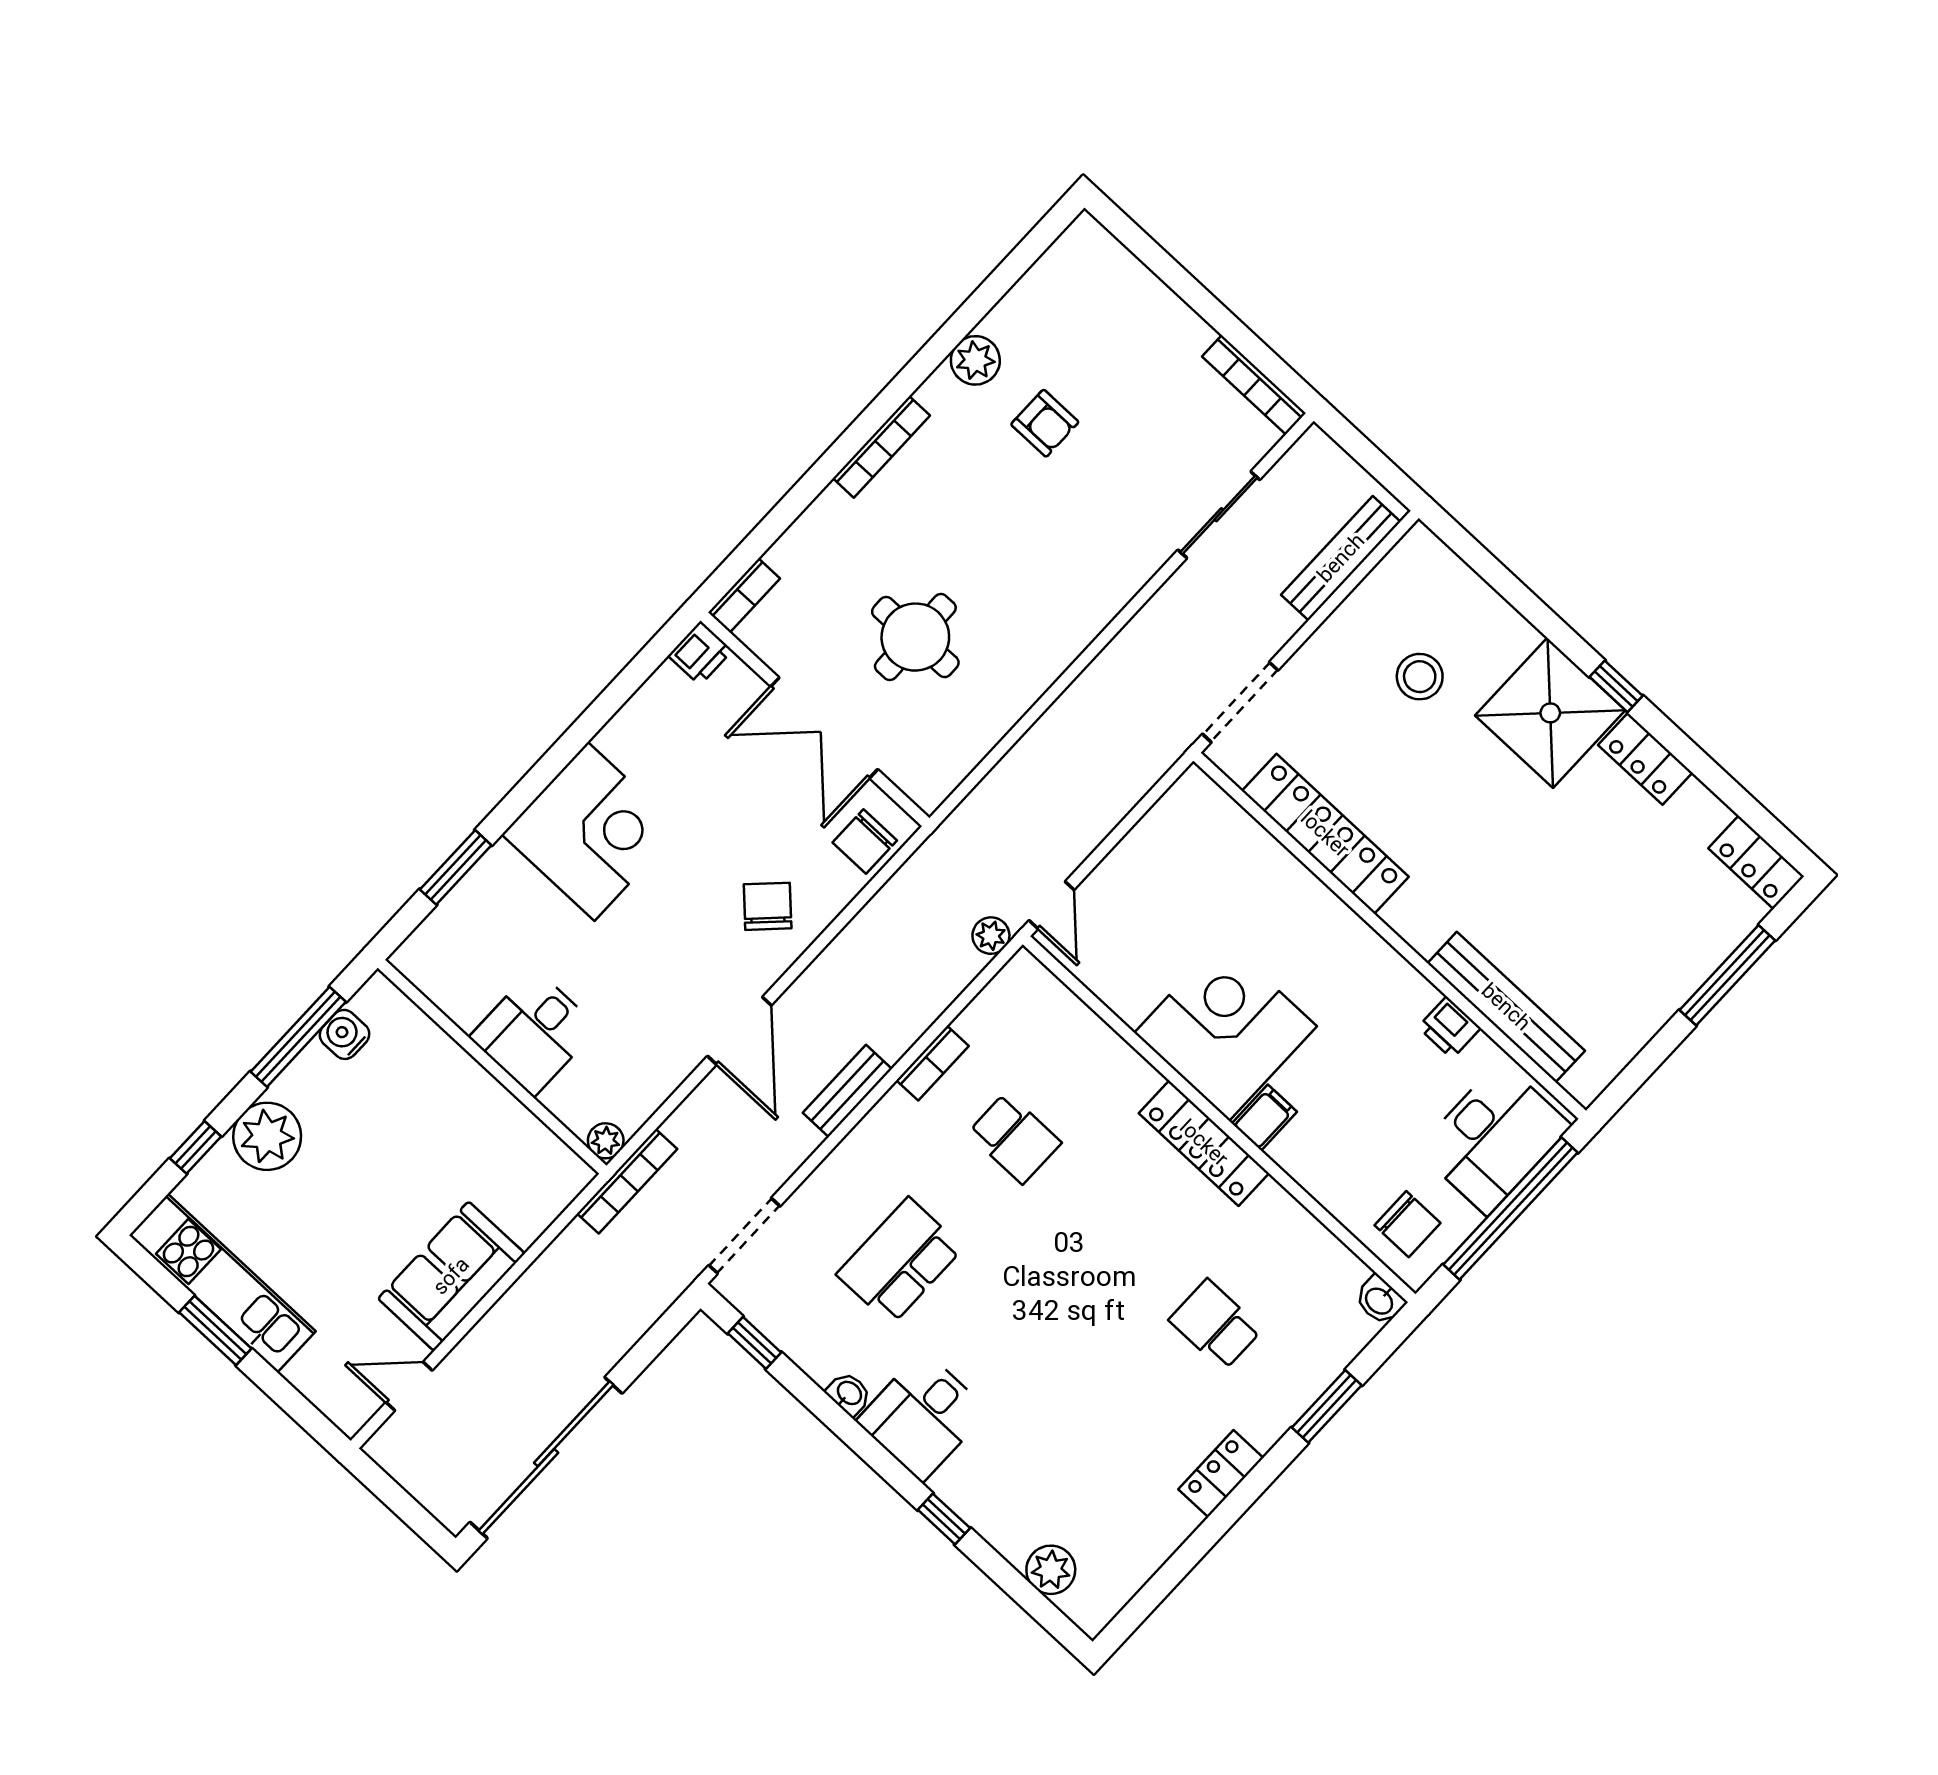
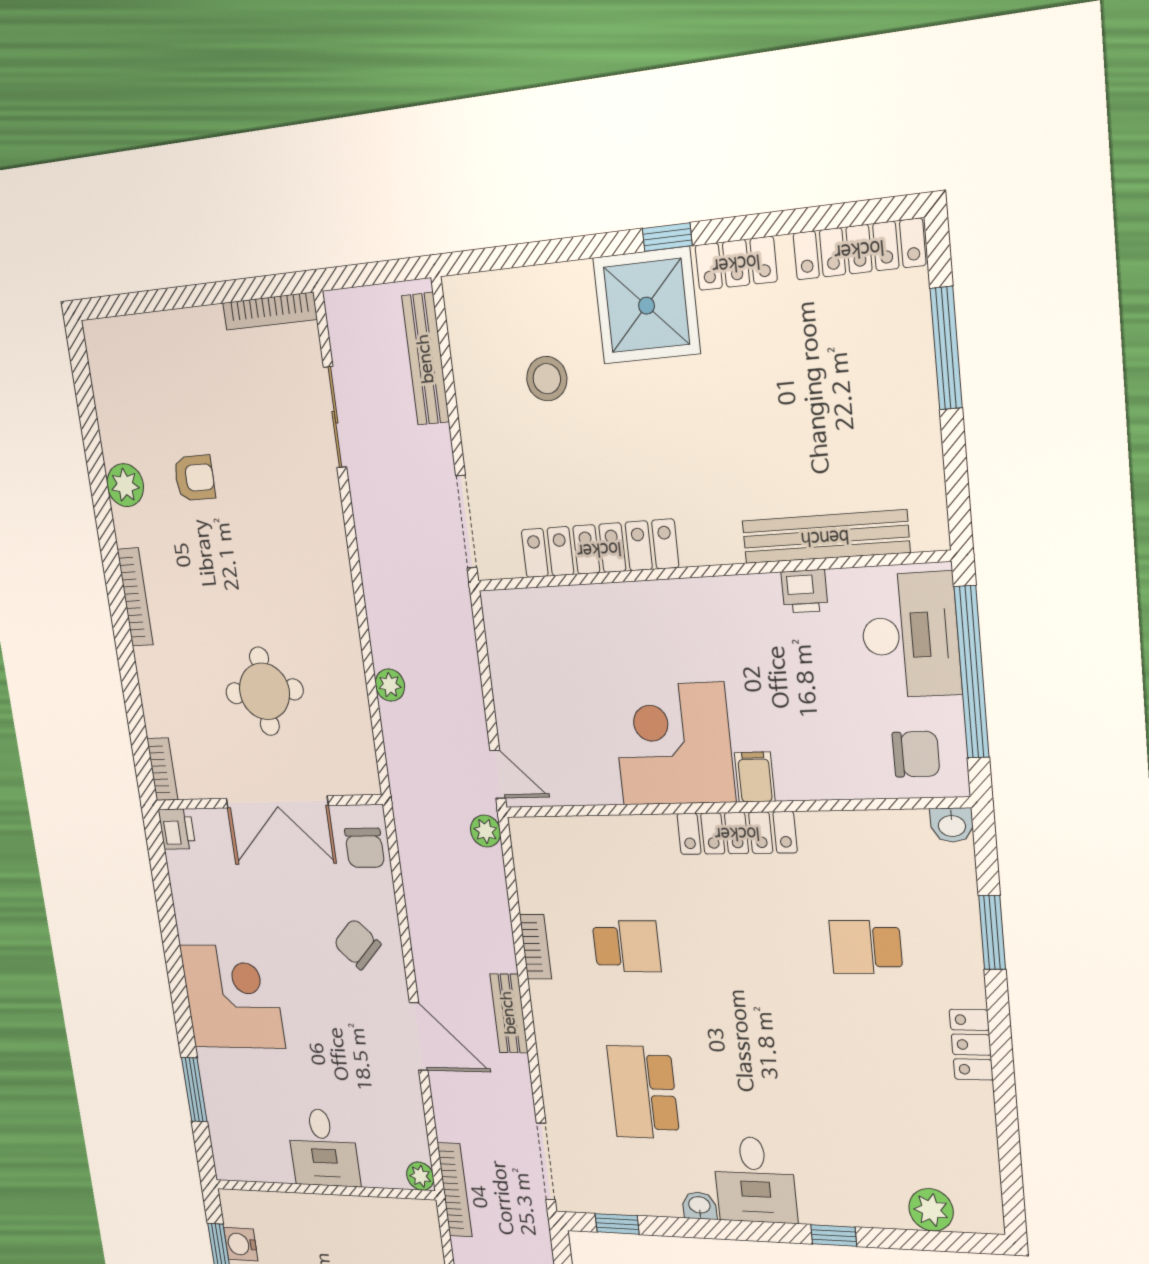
plant: (1035, 747) -> (390, 685), added
locker: (1756, 862) -> (859, 249), width x1.53

